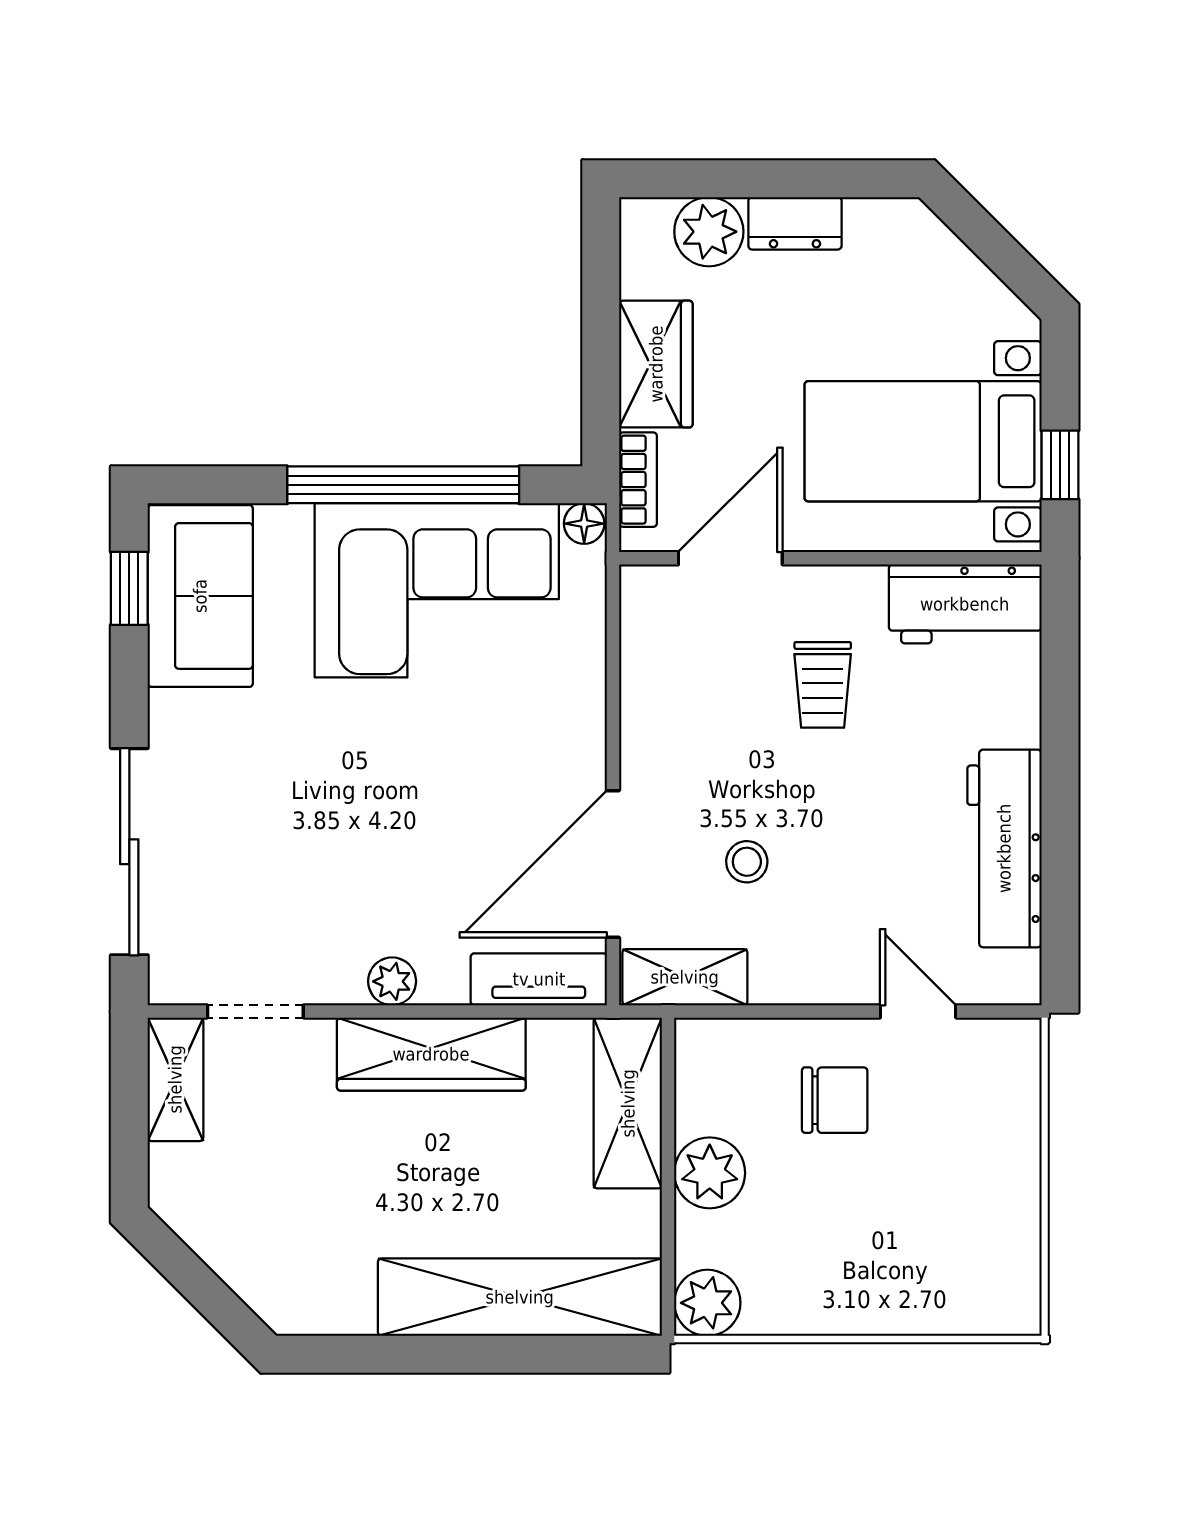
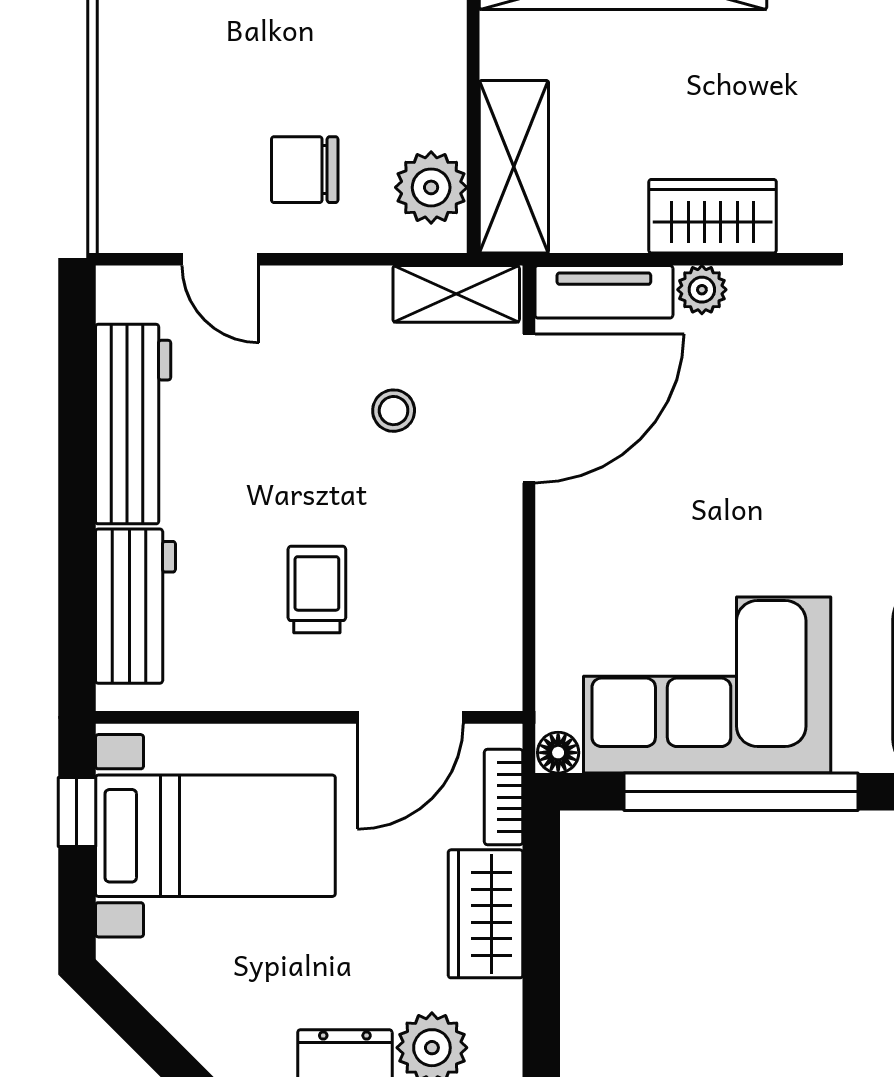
workbench: (965, 604) -> (135, 606), moved, turned 90
plant: (392, 981) -> (702, 290), moved
wardrobe: (431, 1054) -> (713, 216), width x0.67
plant: (710, 1173) -> (431, 187), moved

